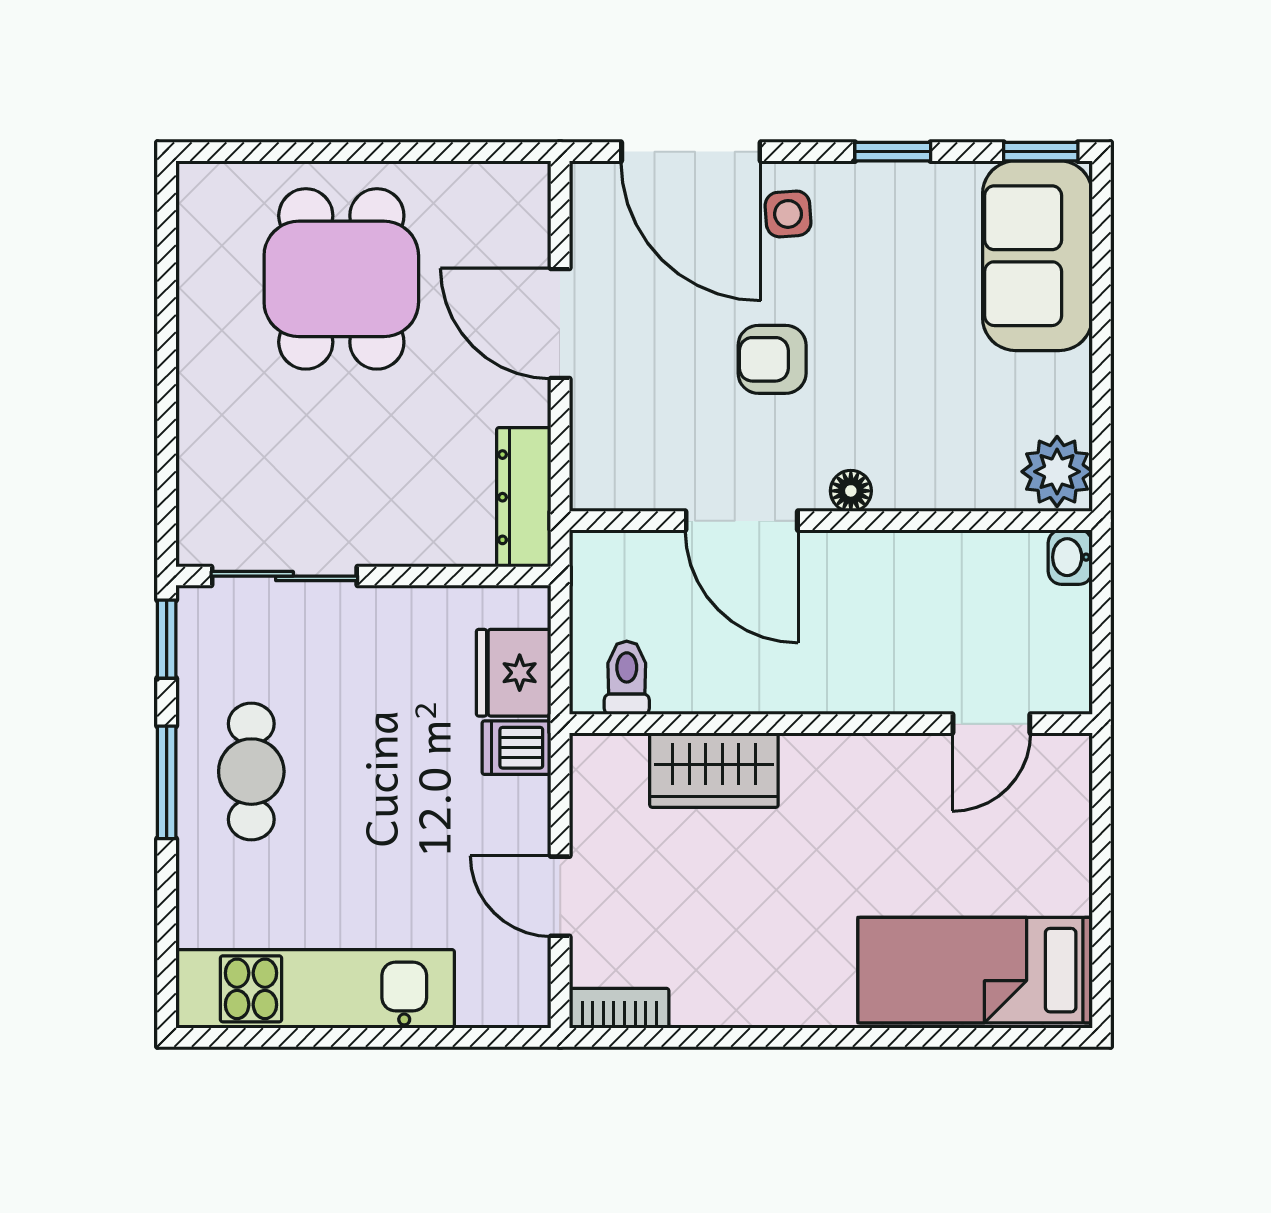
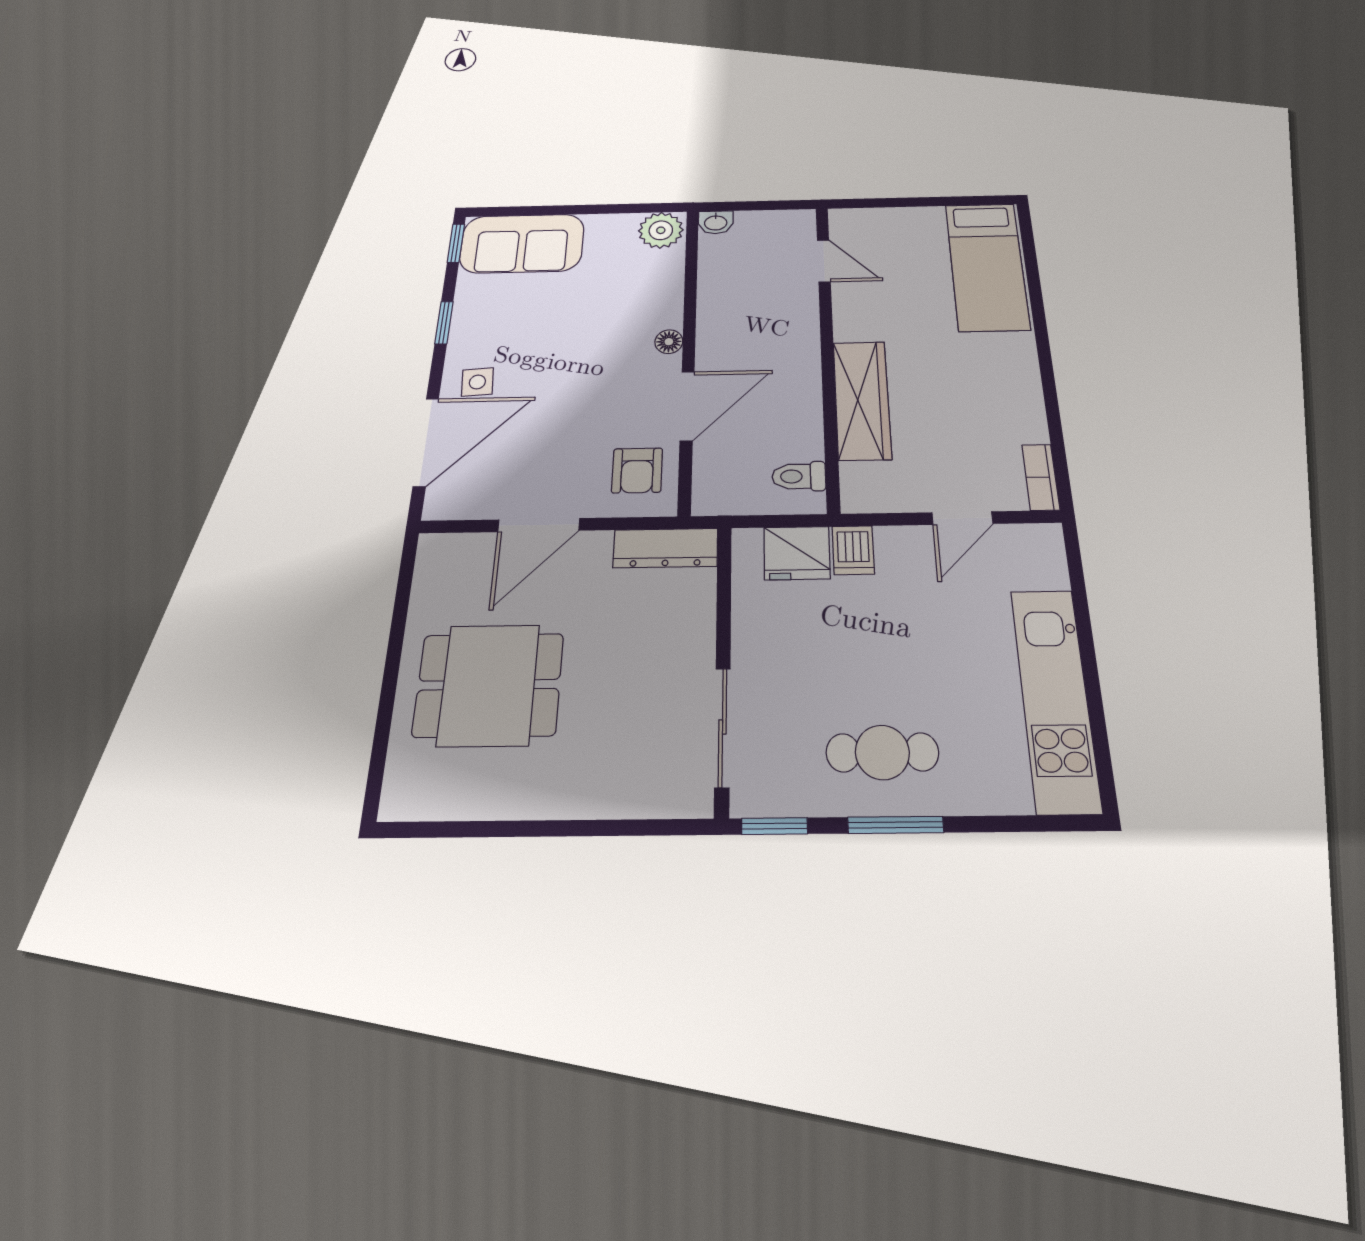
armchair: (772, 359) -> (637, 470), moved
wardrobe: (714, 770) -> (862, 400), width x1.50

